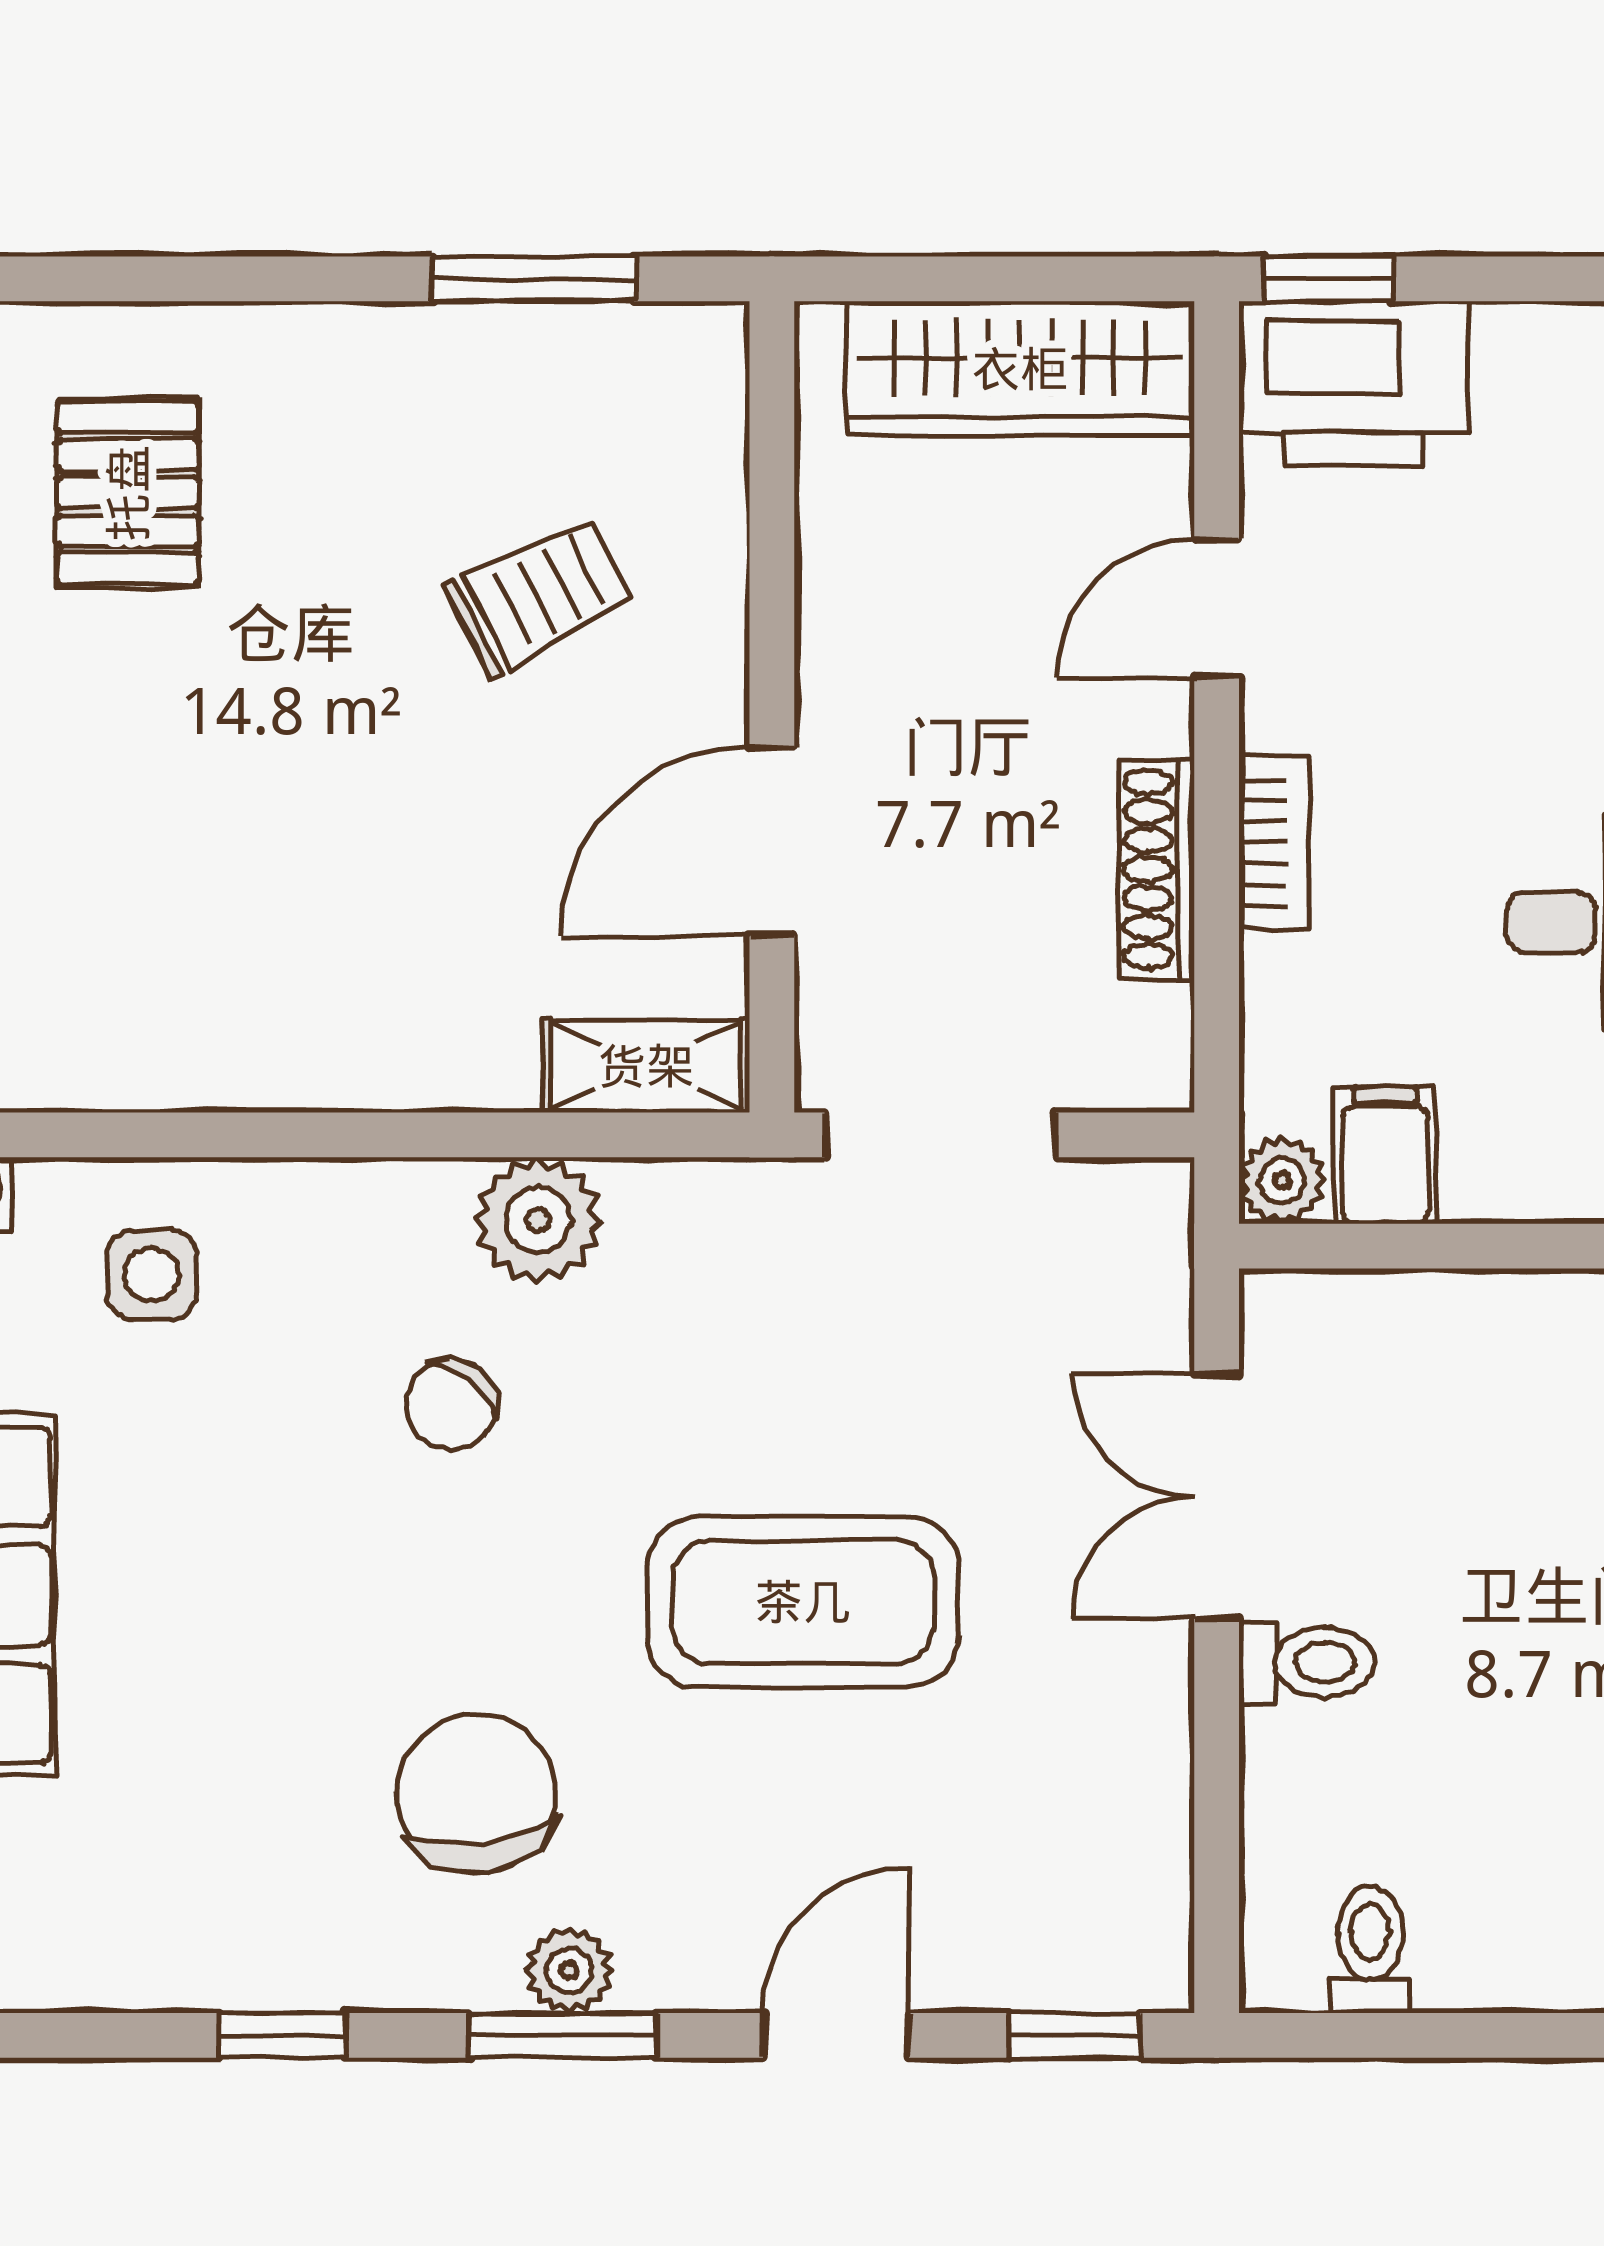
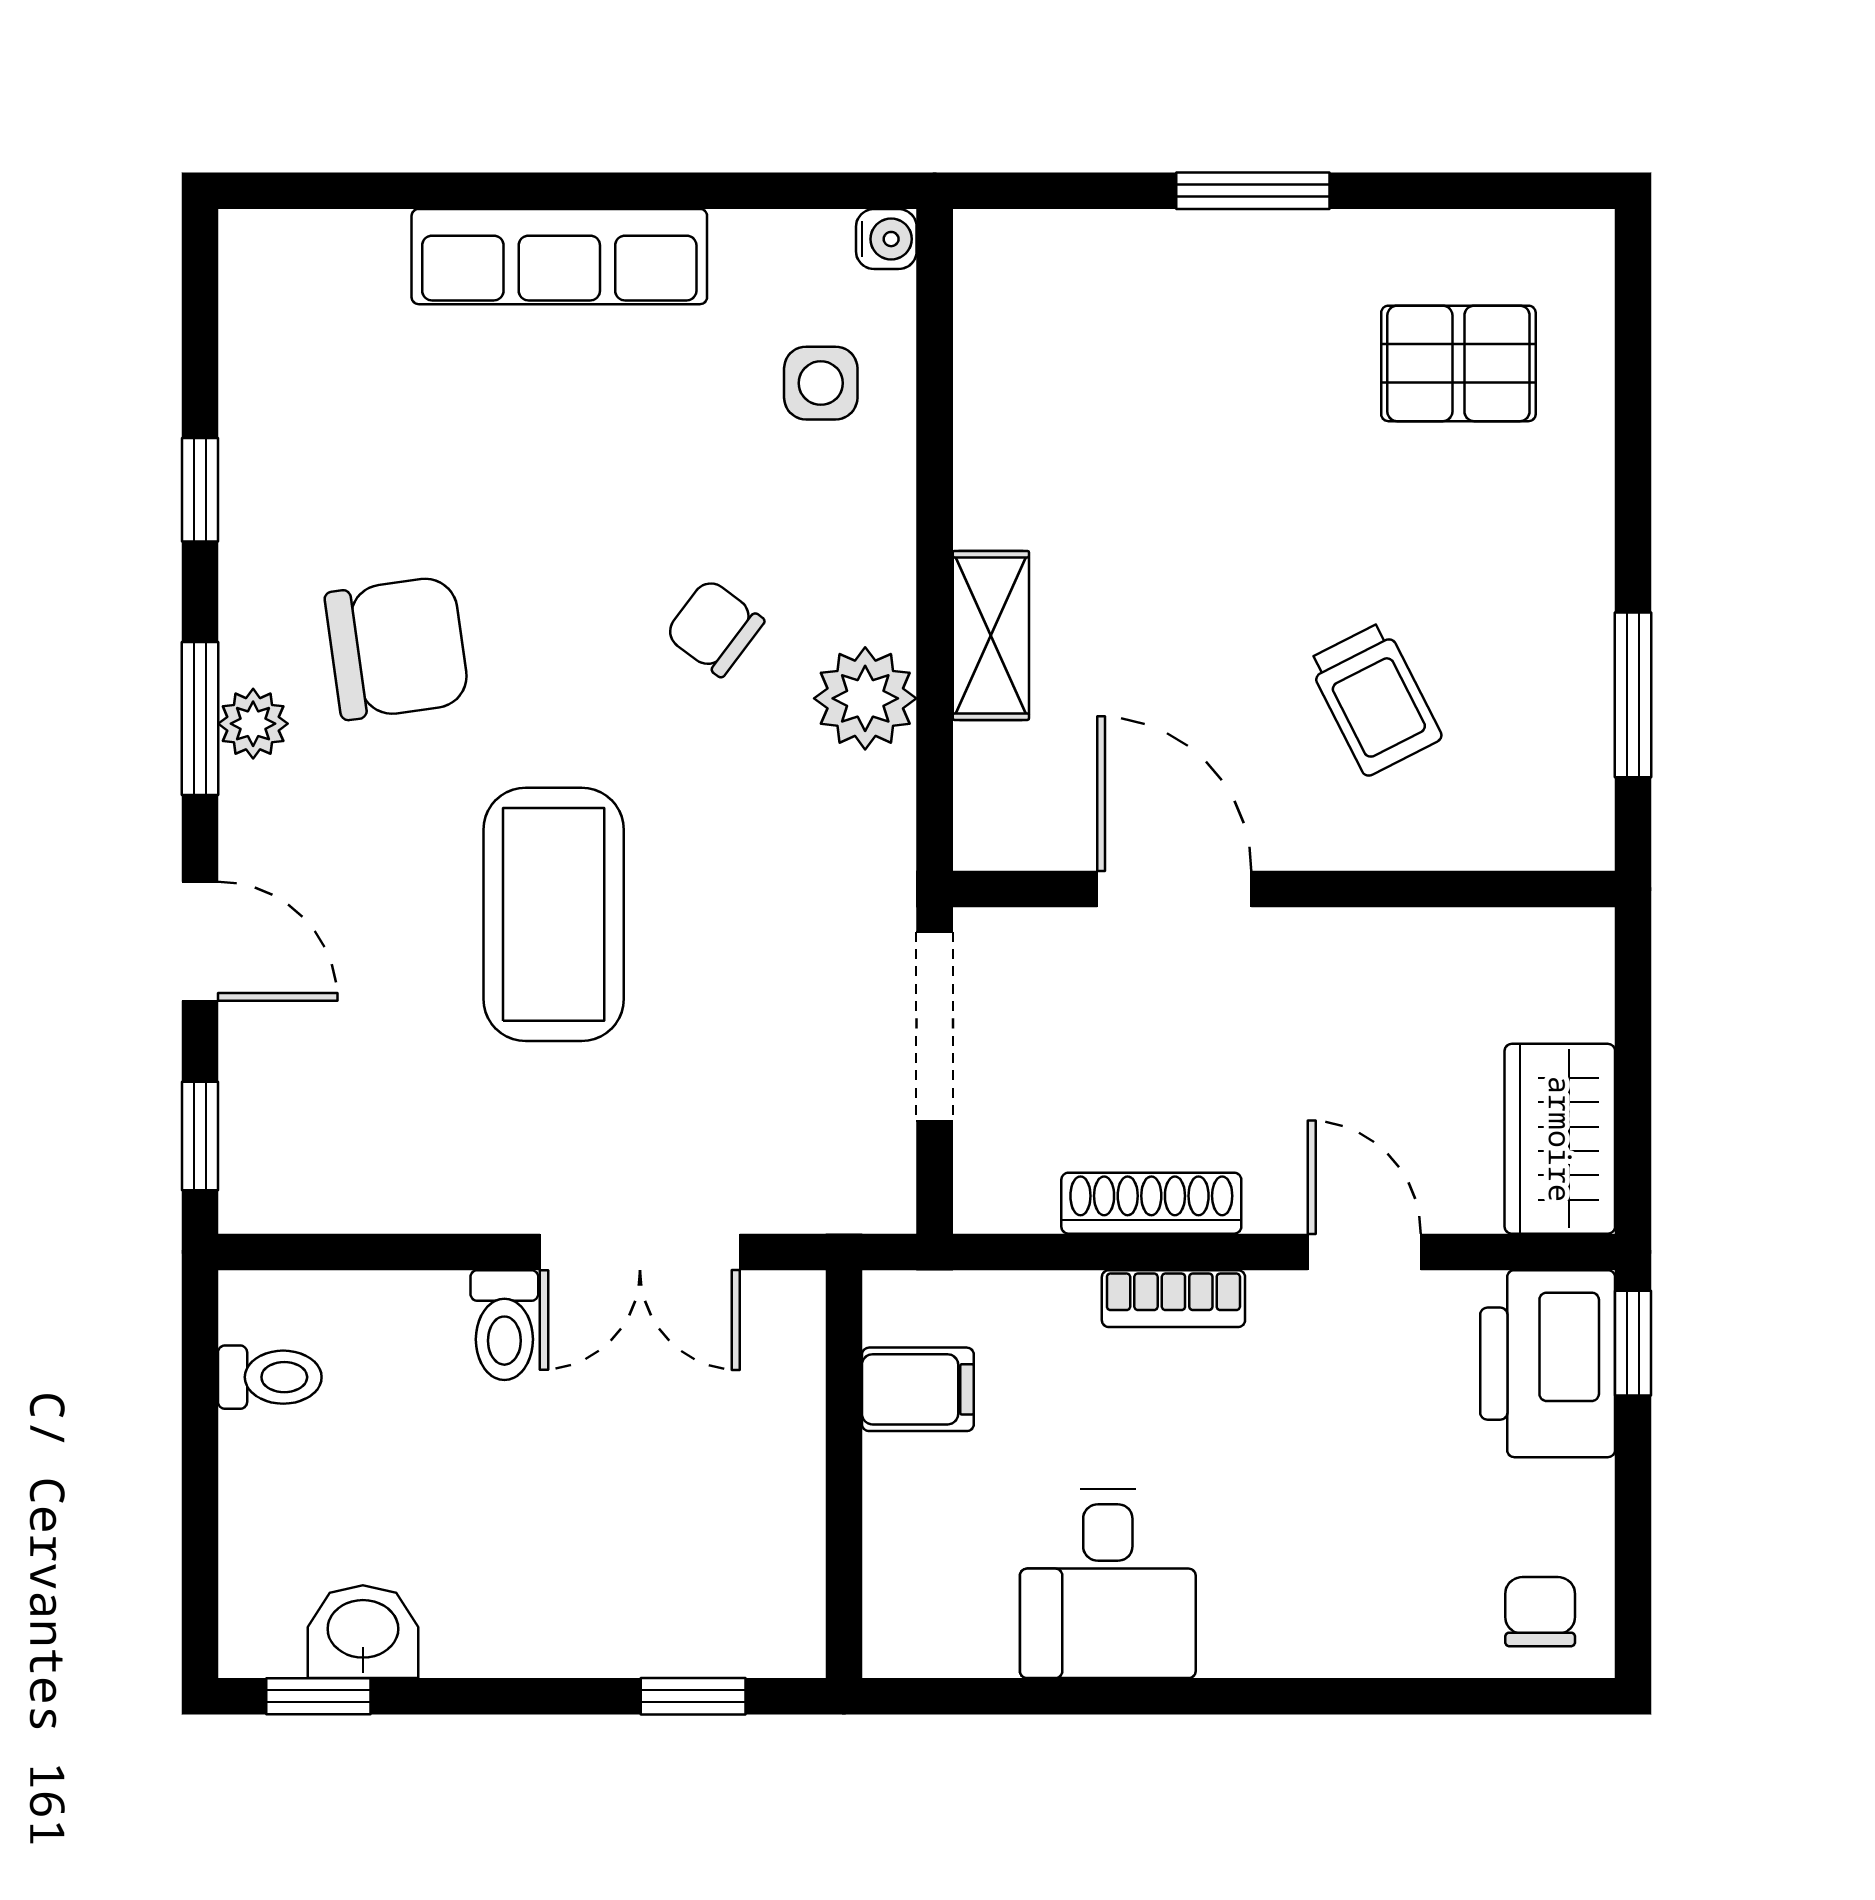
wardrobe: (1020, 369) -> (1560, 1139), width x0.67
shelving: (646, 1066) -> (991, 635), moved
plant: (1282, 1181) -> (897, 1305), removed
double door: (1217, 1496) -> (640, 1252), swing flipped

